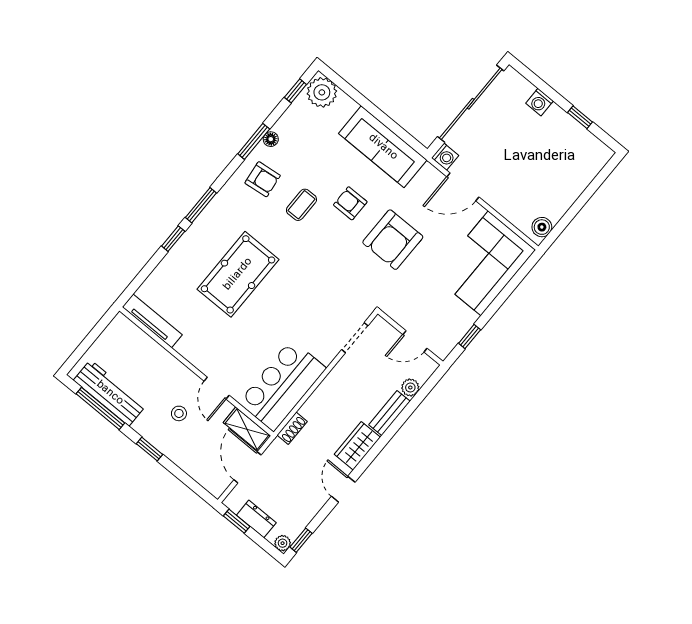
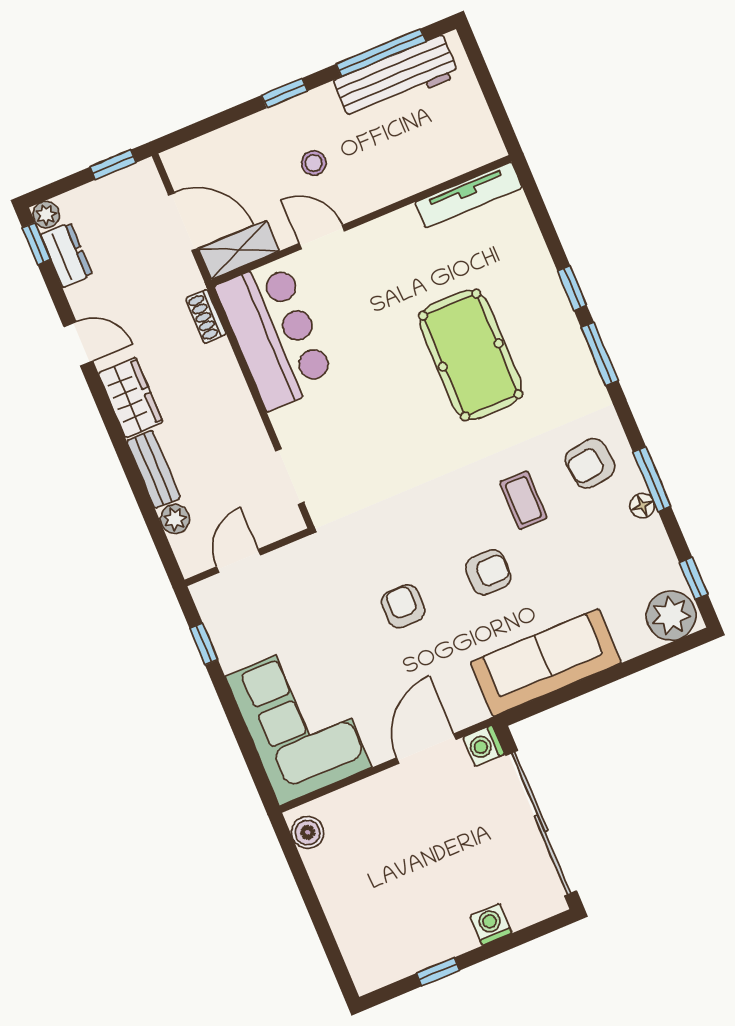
armchair: (393, 240) -> (403, 606), width x0.53, depth x0.53
dresser: (256, 519) -> (66, 255), moved, turned -90

